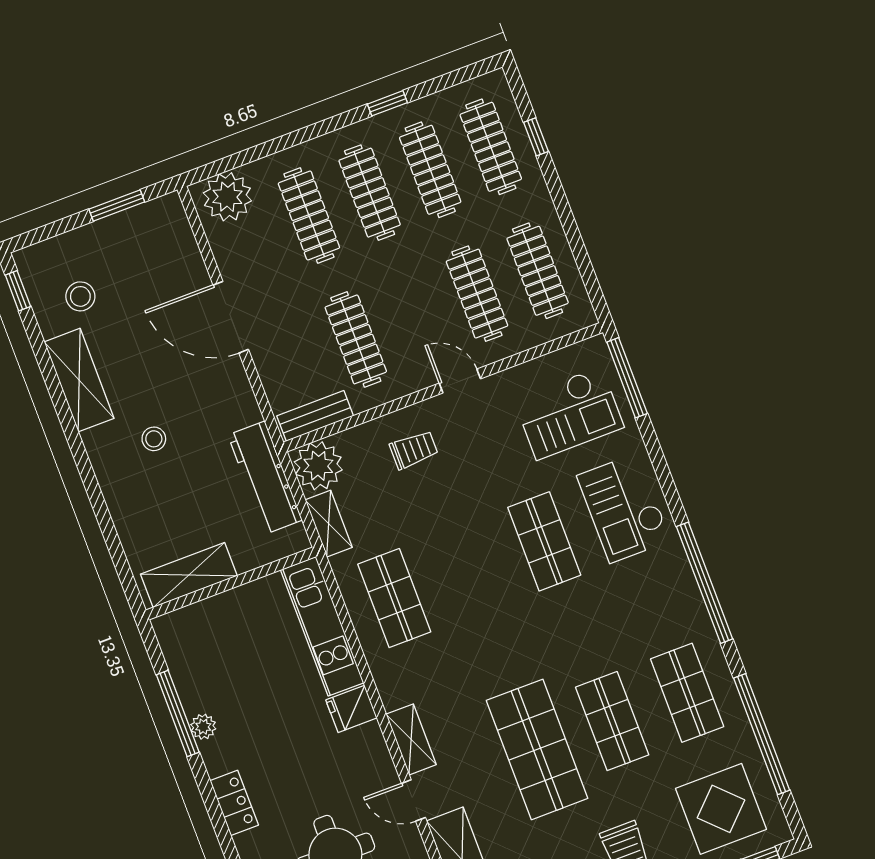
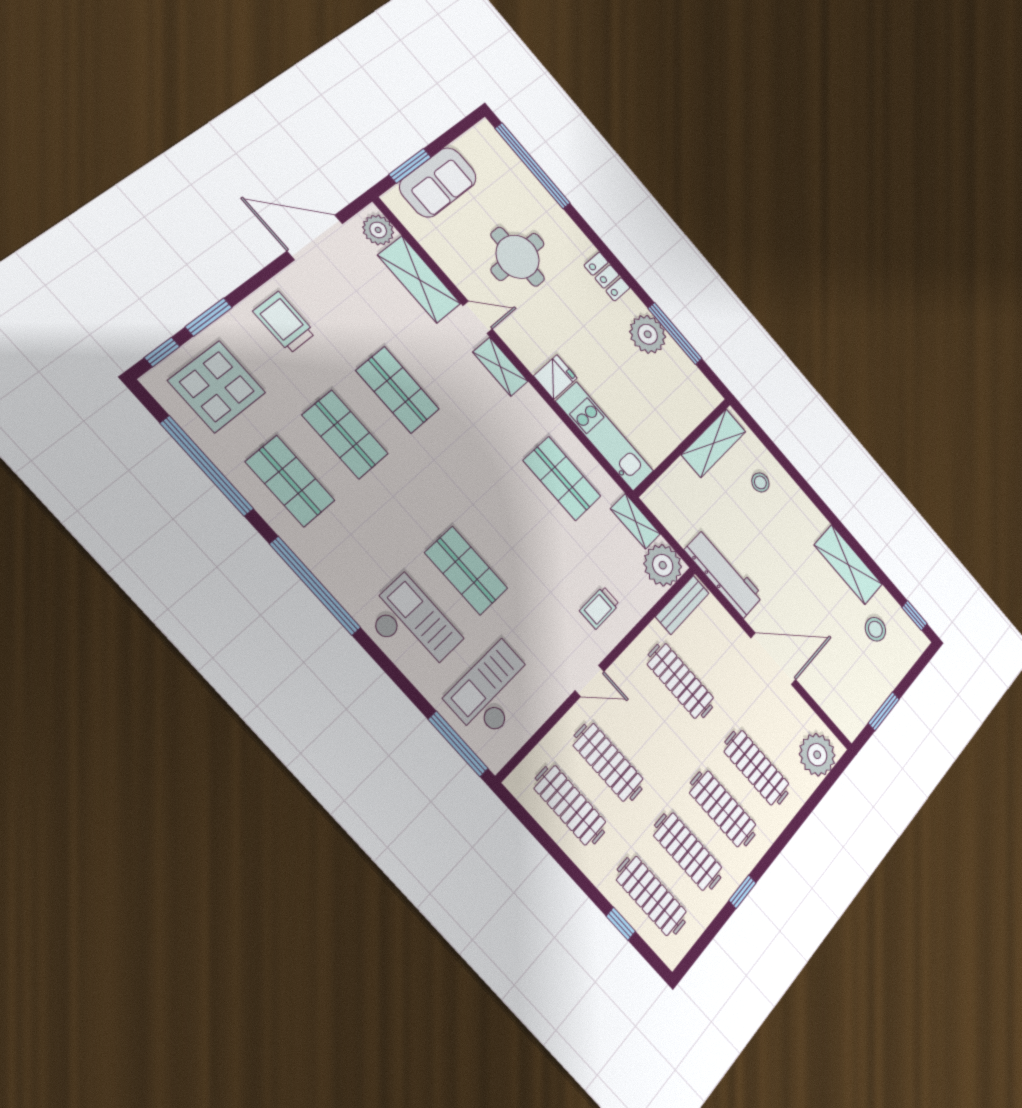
stool: (154, 439) -> (760, 482), moved
workbench: (265, 478) -> (724, 573), moved
plant: (203, 727) -> (648, 334), width x1.87, depth x1.87
shop shelf: (537, 749) -> (398, 390), width x0.70, depth x0.74

